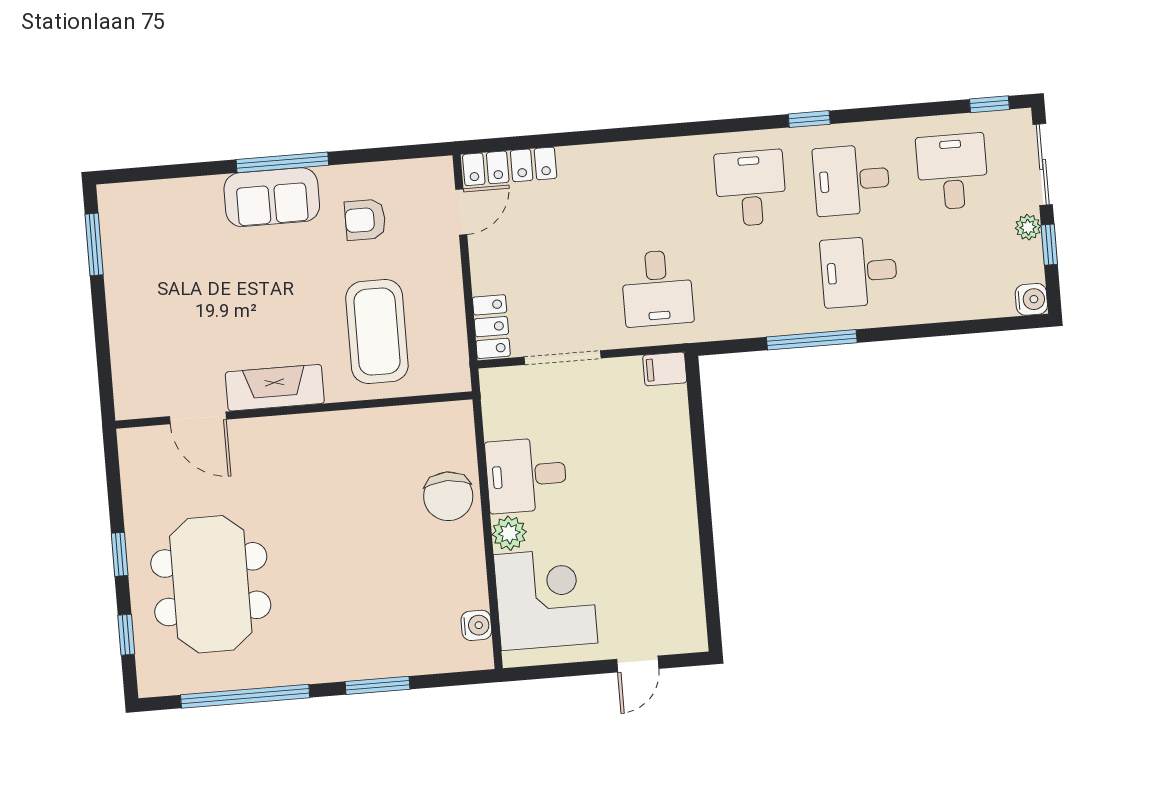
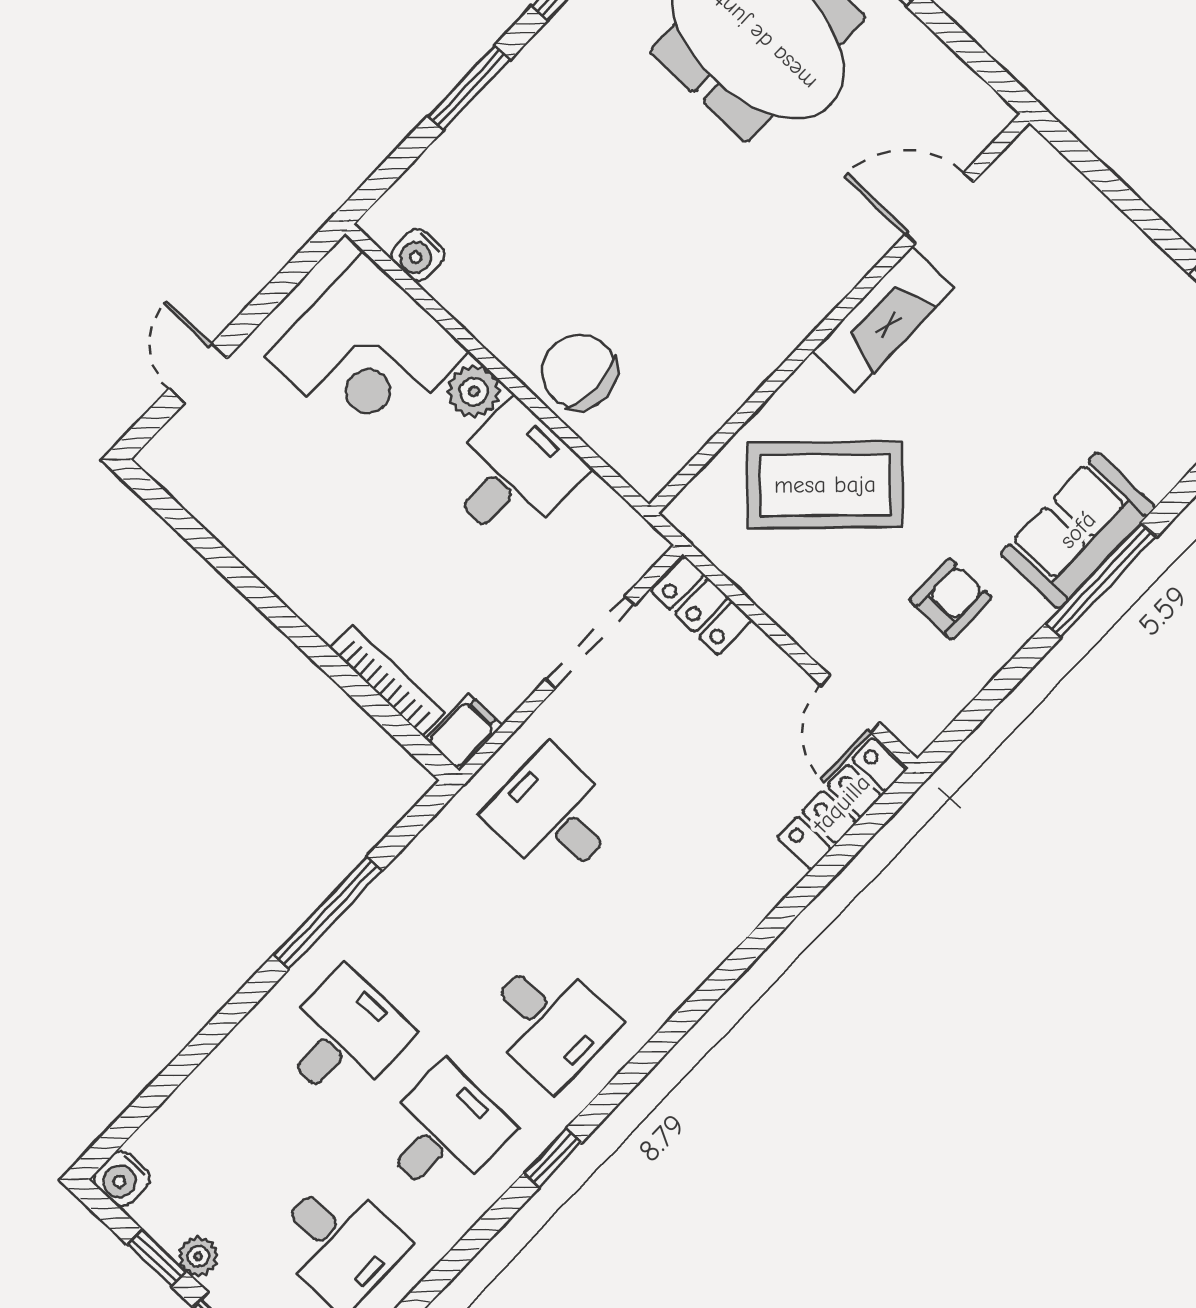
coffee table: (377, 331) -> (825, 485), turned -44
bookcase: (680, 429) -> (387, 680), added

